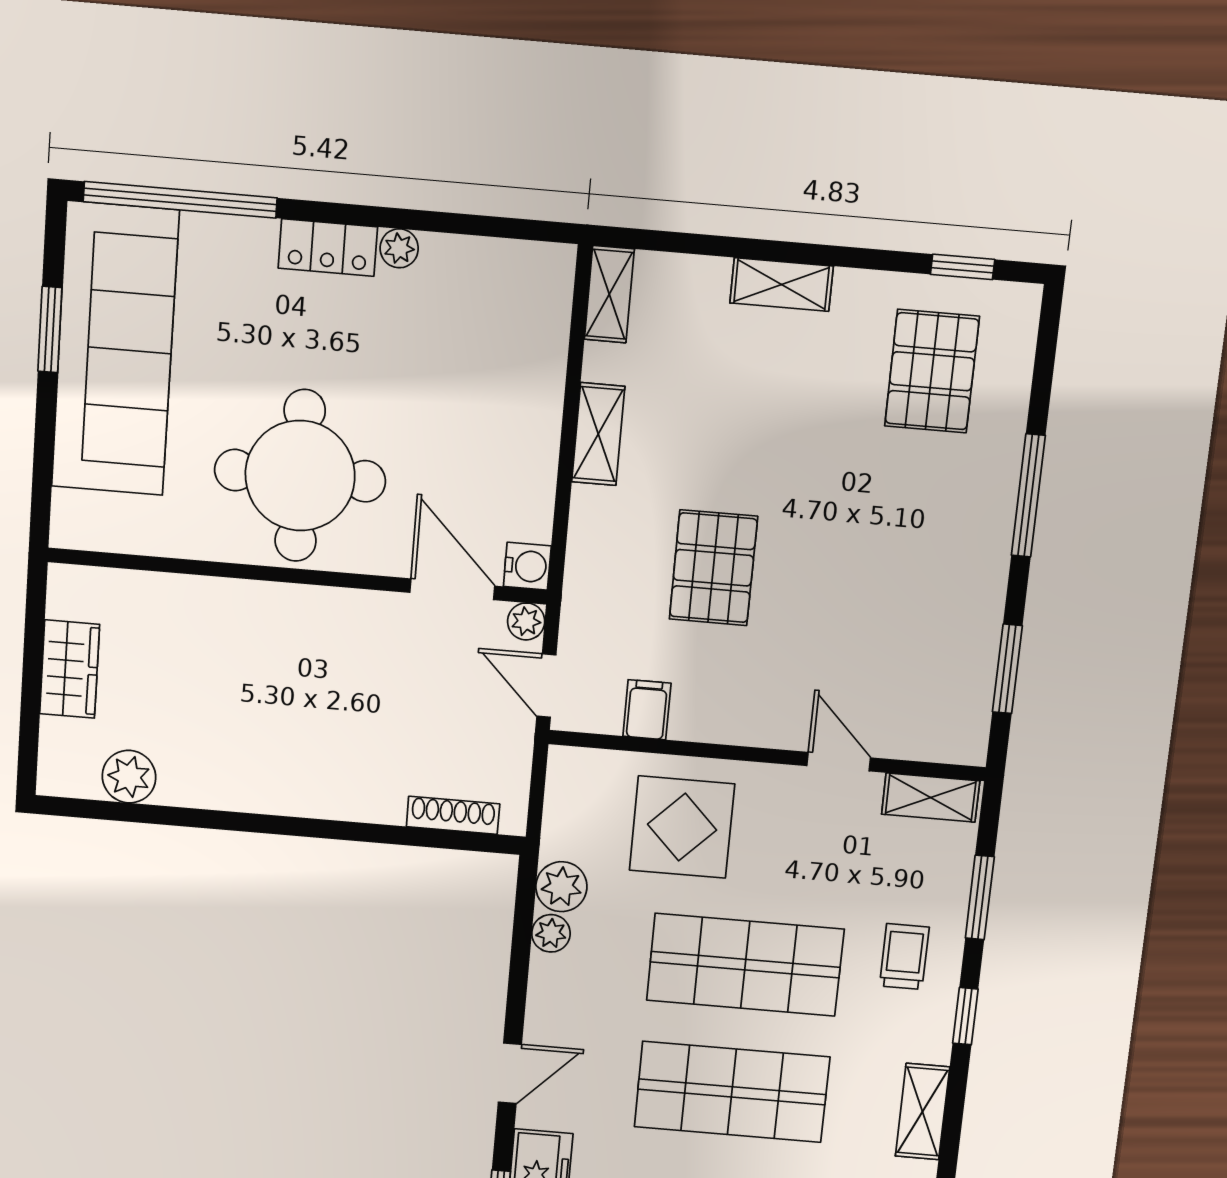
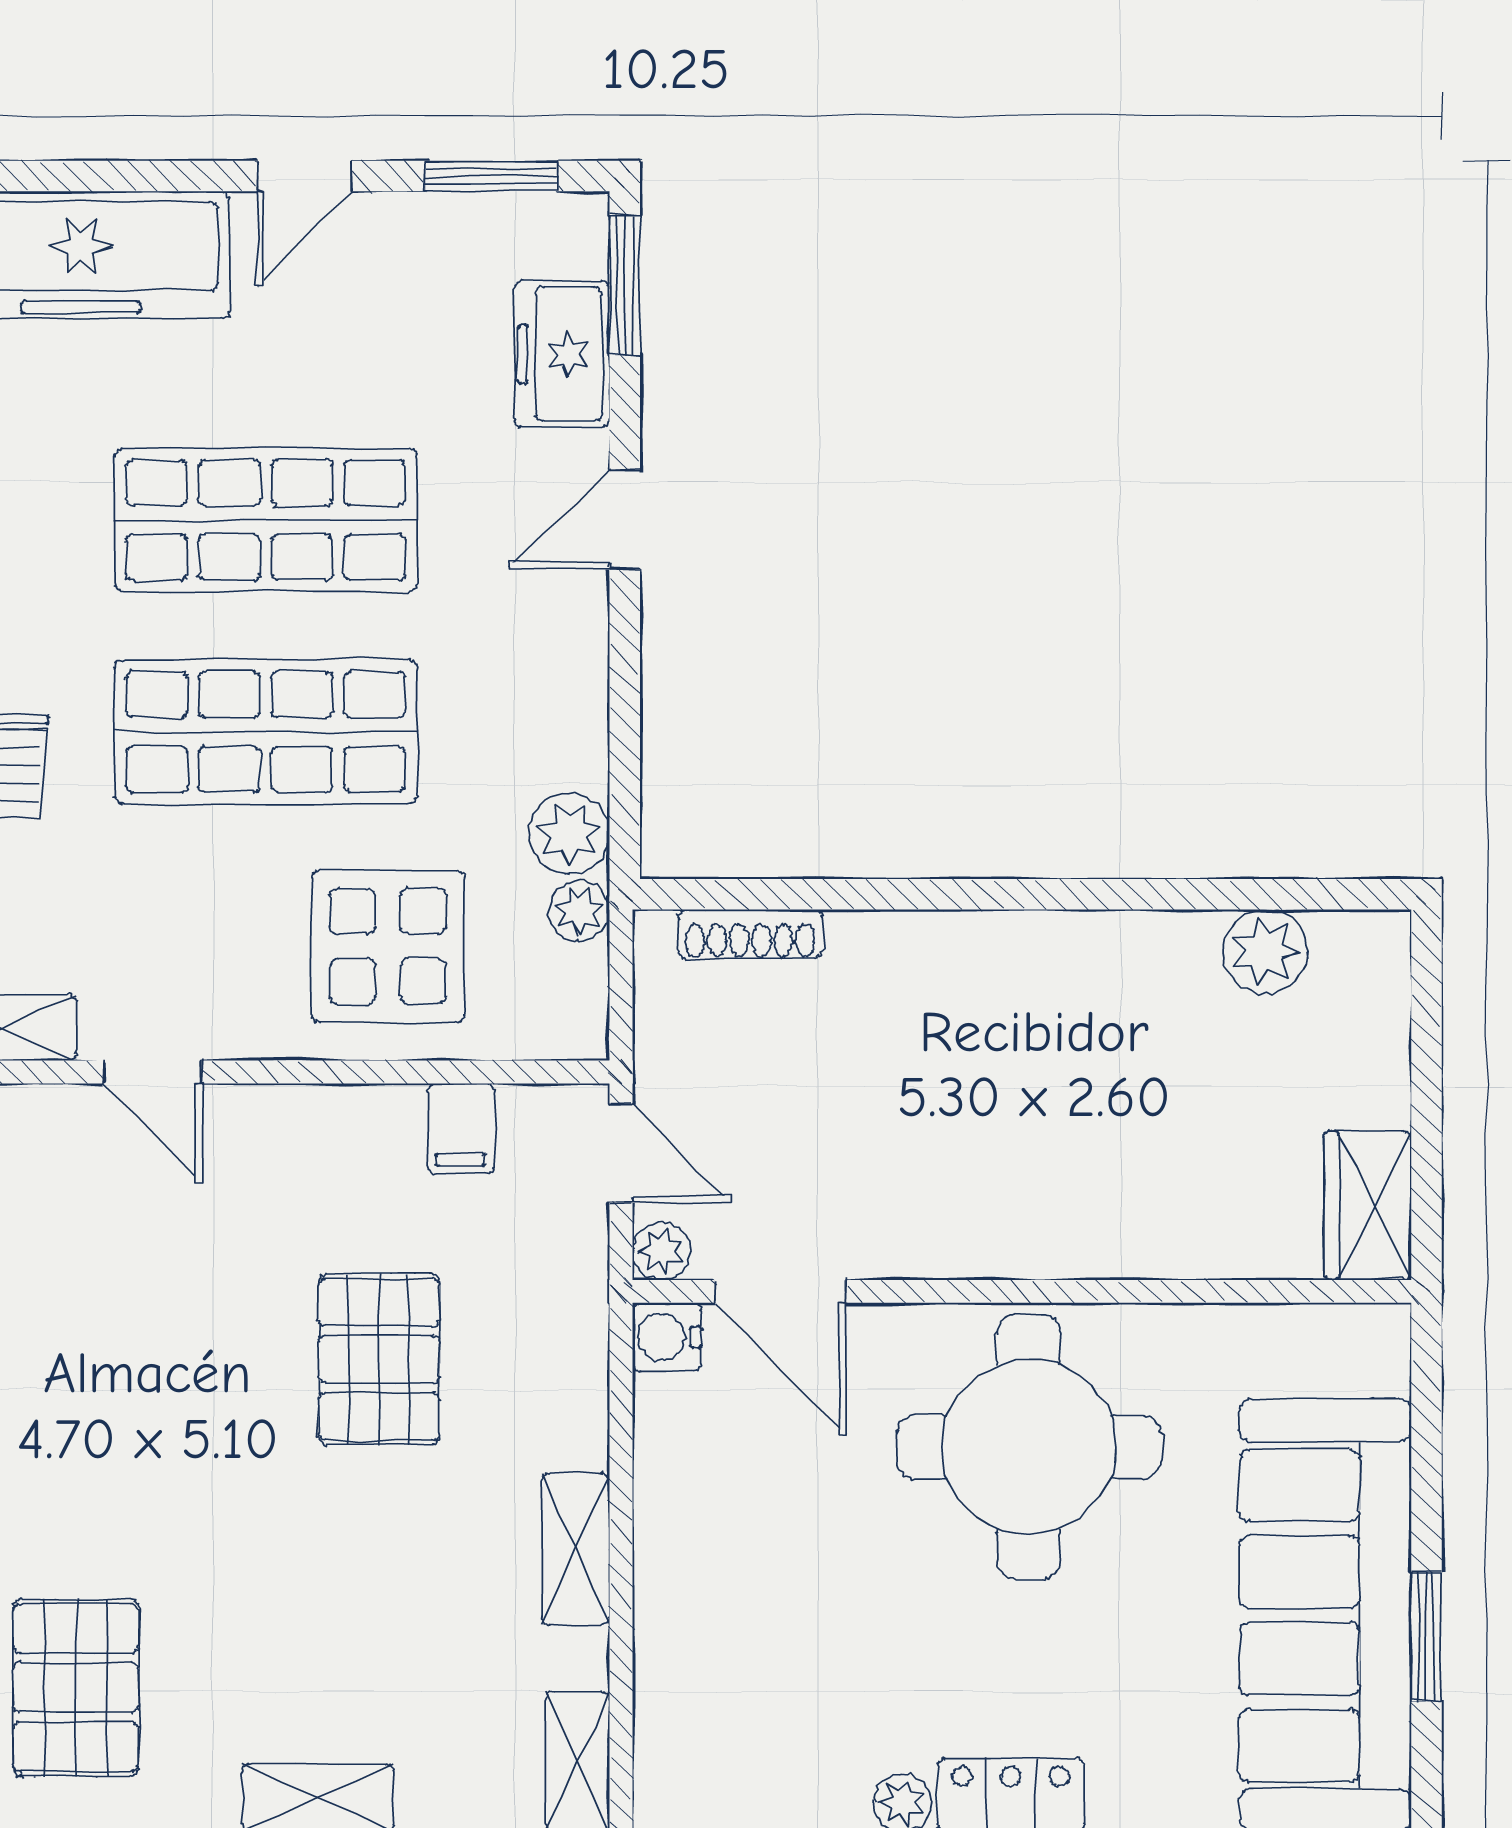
wardrobe: (70, 669) -> (1368, 1205), moved
plant: (551, 933) -> (579, 911), moved

